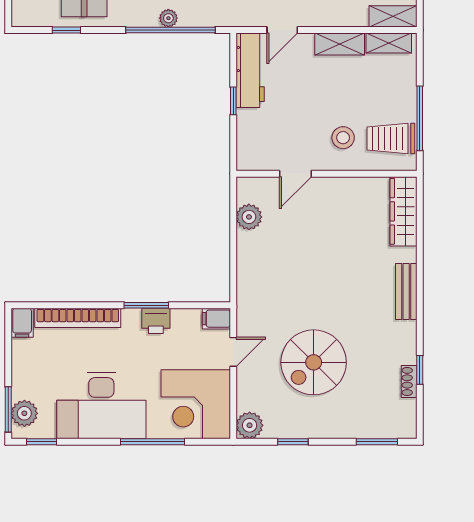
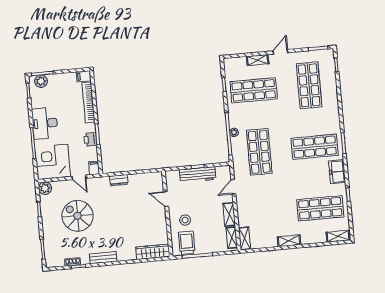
door: (282, 30) -> (233, 187), hinge flipped
workbench: (250, 70) -> (198, 175), moved
plant: (249, 217) -> (144, 179), removed
dresser: (247, 269) -> (119, 180), added
bench: (406, 291) -> (103, 258), moved
desk: (101, 405) -> (45, 123), width x0.73, depth x0.77

